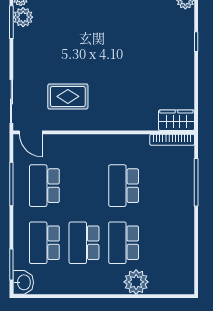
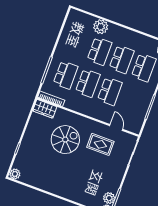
spiral stairs: (126, 84) -> (65, 140), added
door: (31, 132) -> (116, 127), moved
school desk: (44, 186) -> (110, 91), moved
school desk: (163, 186) -> (66, 75), added

